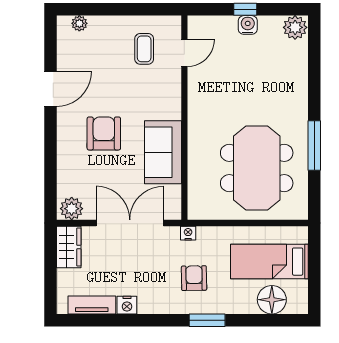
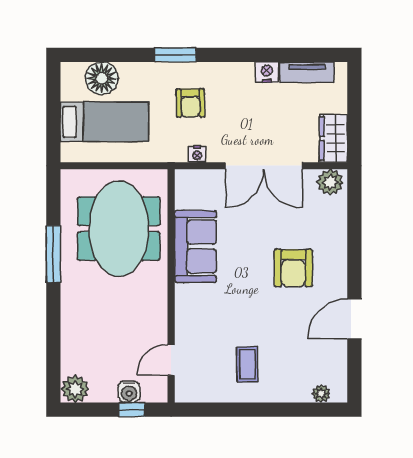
door: (184, 53) -> (171, 360), moved
wall: (184, 118) -> (171, 286), moved
sofa: (163, 152) -> (195, 246), moved

